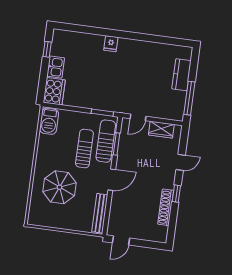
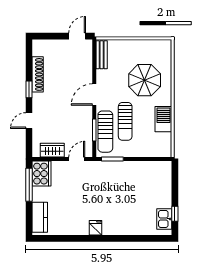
fridge: (111, 44) -> (96, 228), moved
kitchen sink: (56, 67) -> (164, 219), moved
kitchen counter: (181, 75) -> (40, 217), moved
cooker: (54, 91) -> (42, 174), moved, turned 180
barbecue: (49, 121) -> (163, 119), moved
bench: (100, 213) -> (102, 55), width x0.73

